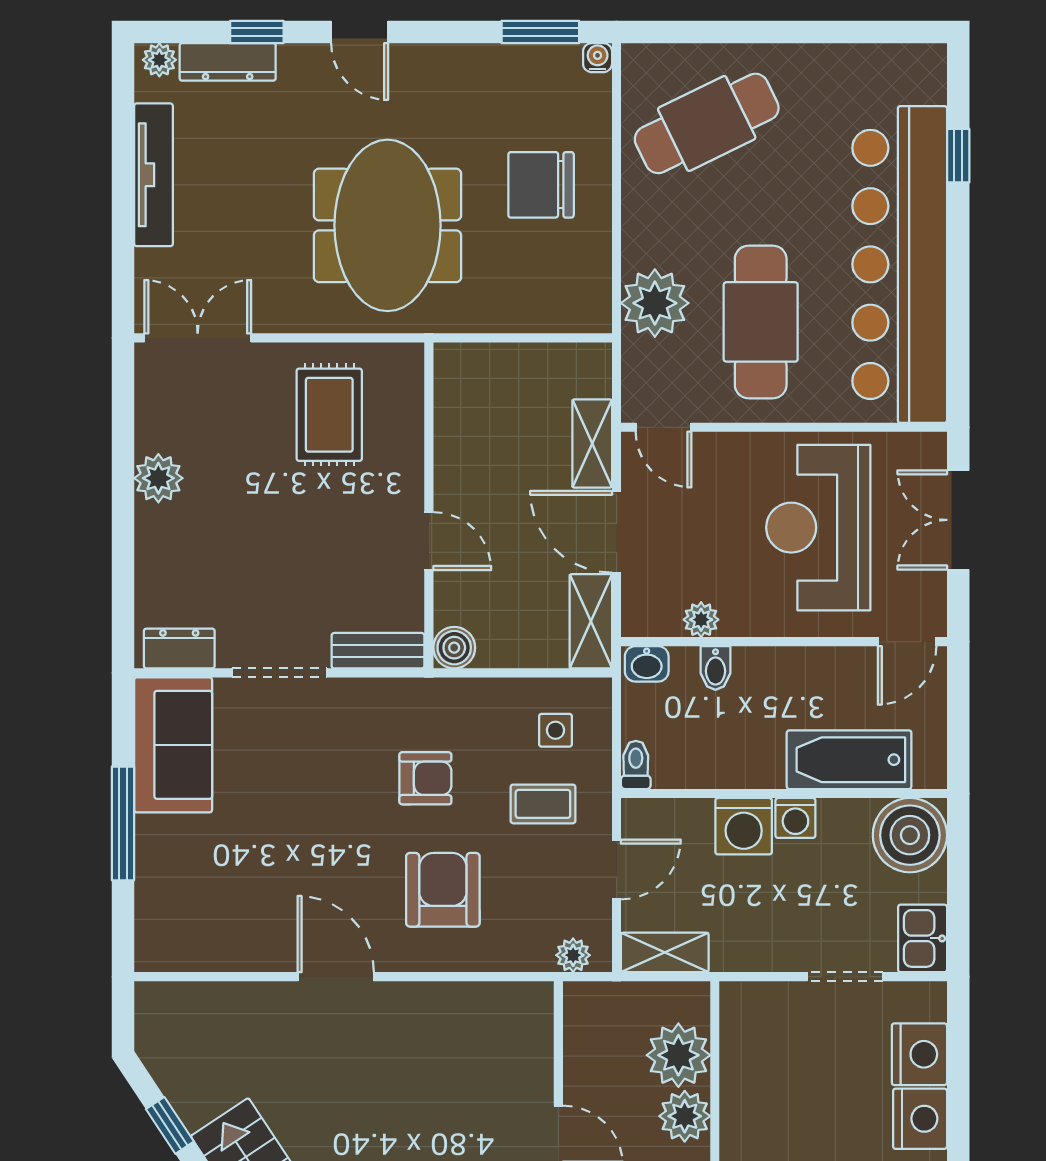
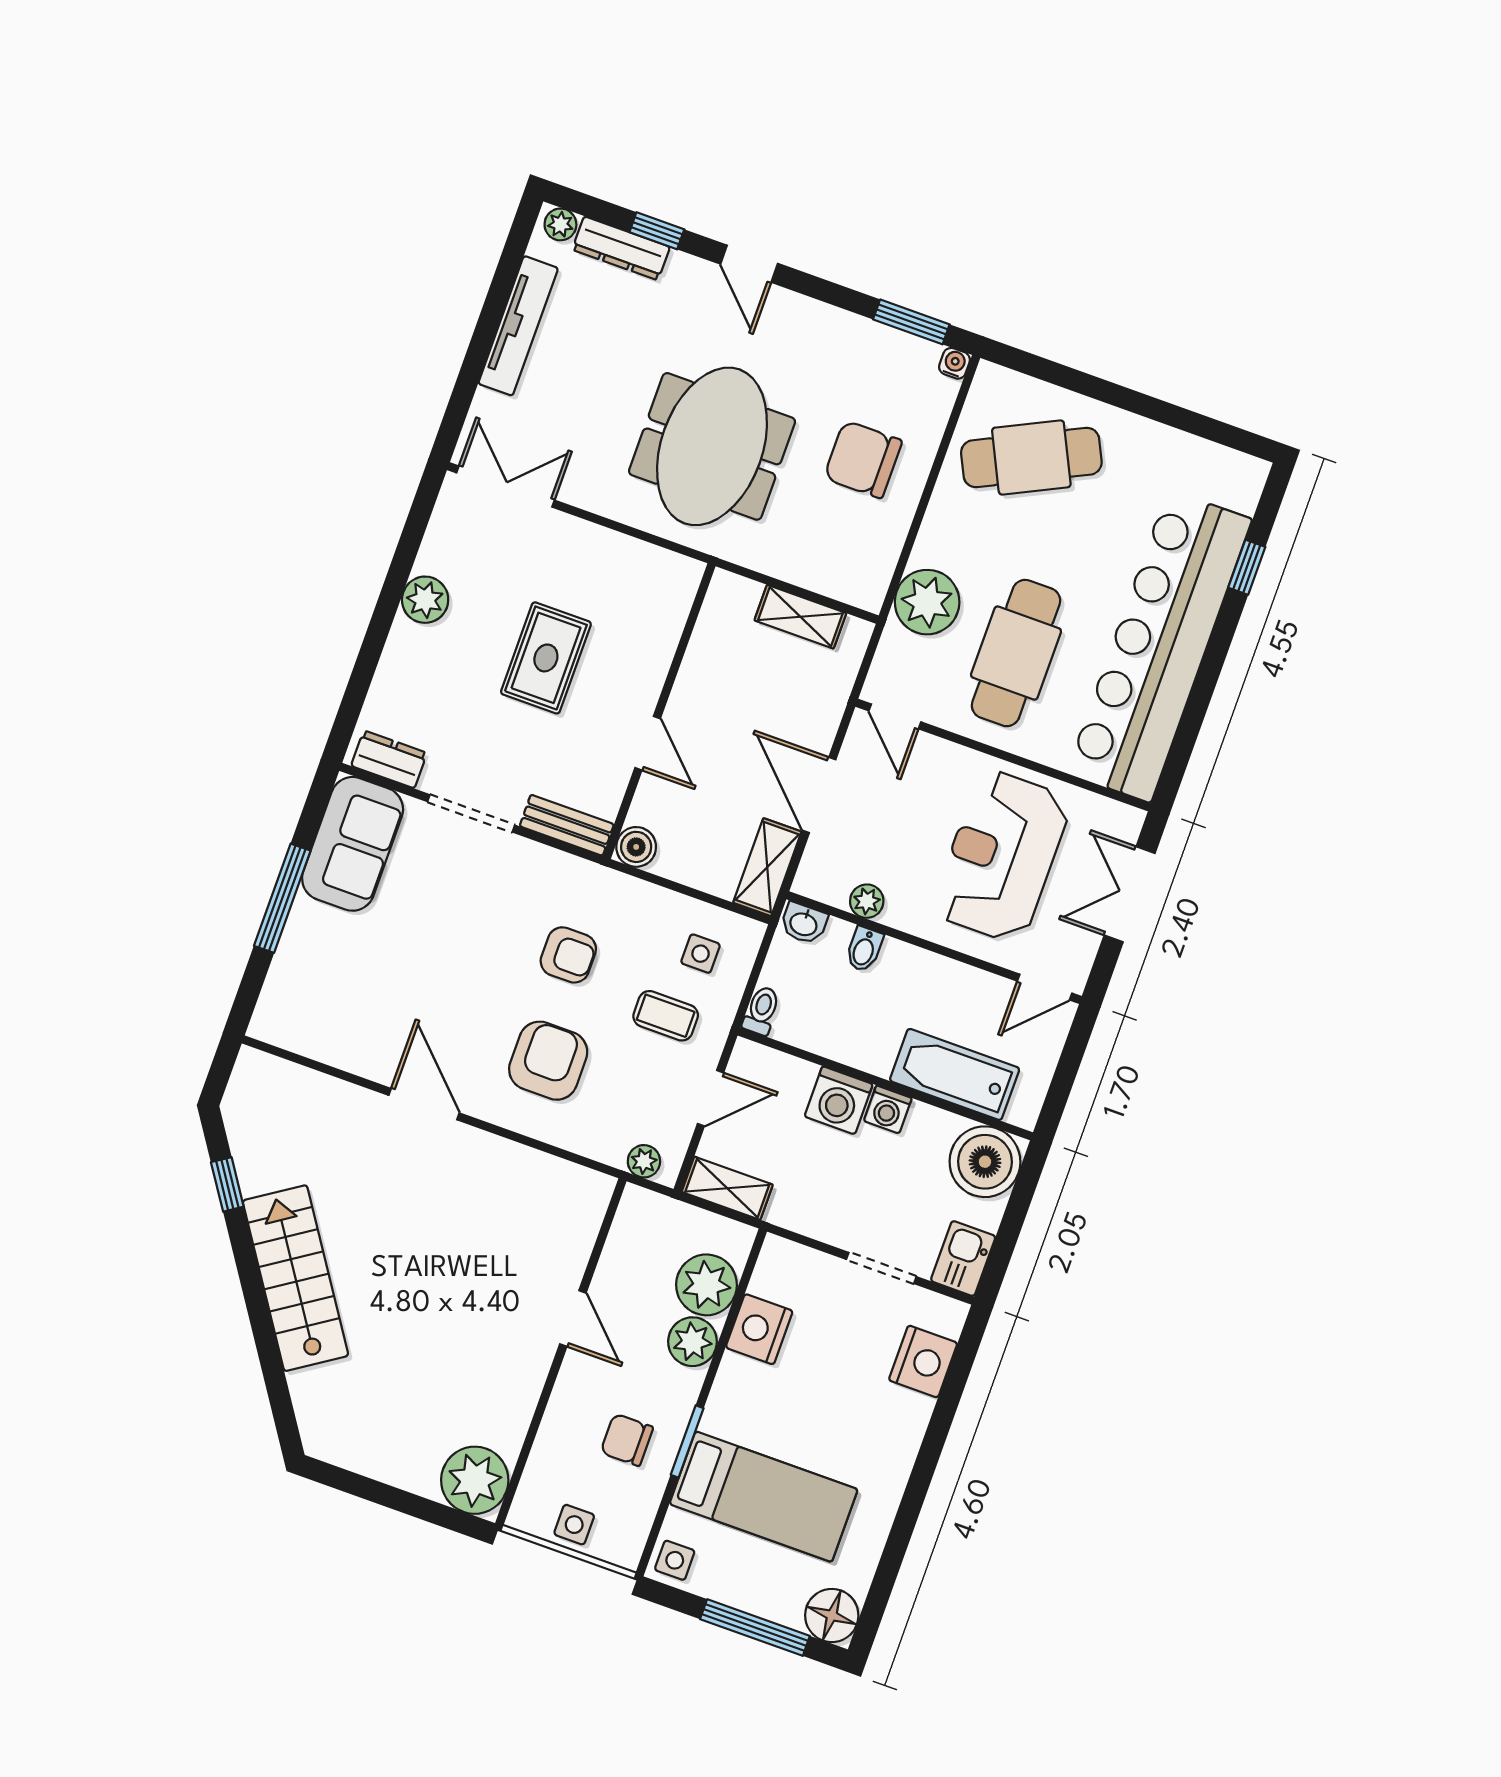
rug: (329, 415) -> (546, 658), moved
shelving: (592, 444) -> (800, 617), moved, turned 90
nightstand: (920, 1119) -> (759, 1329), moved, turned 180

